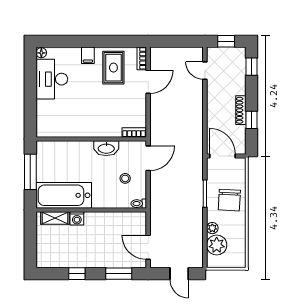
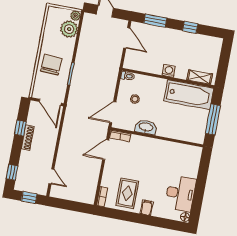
door: (148, 82) -> (106, 150), moved
washing machine: (77, 218) -> (169, 71), moved
plant: (212, 228) -> (75, 16), moved

